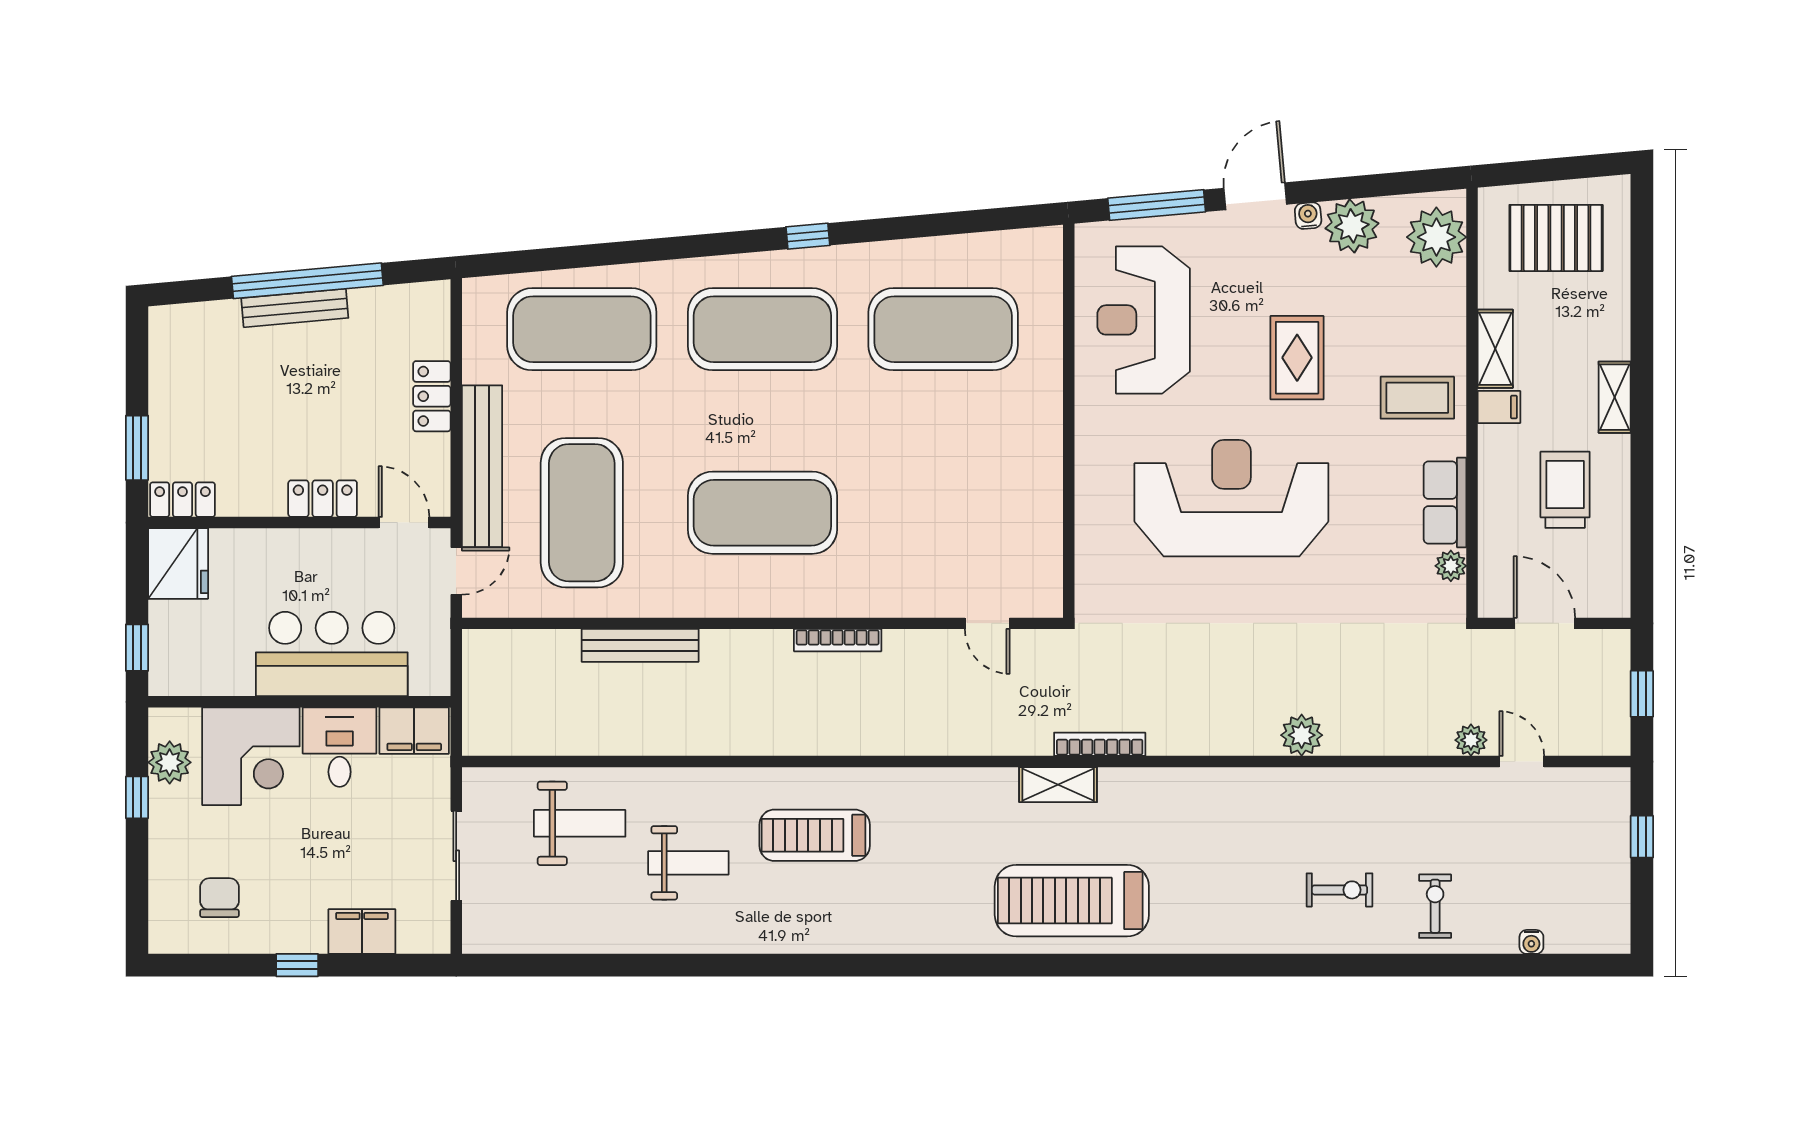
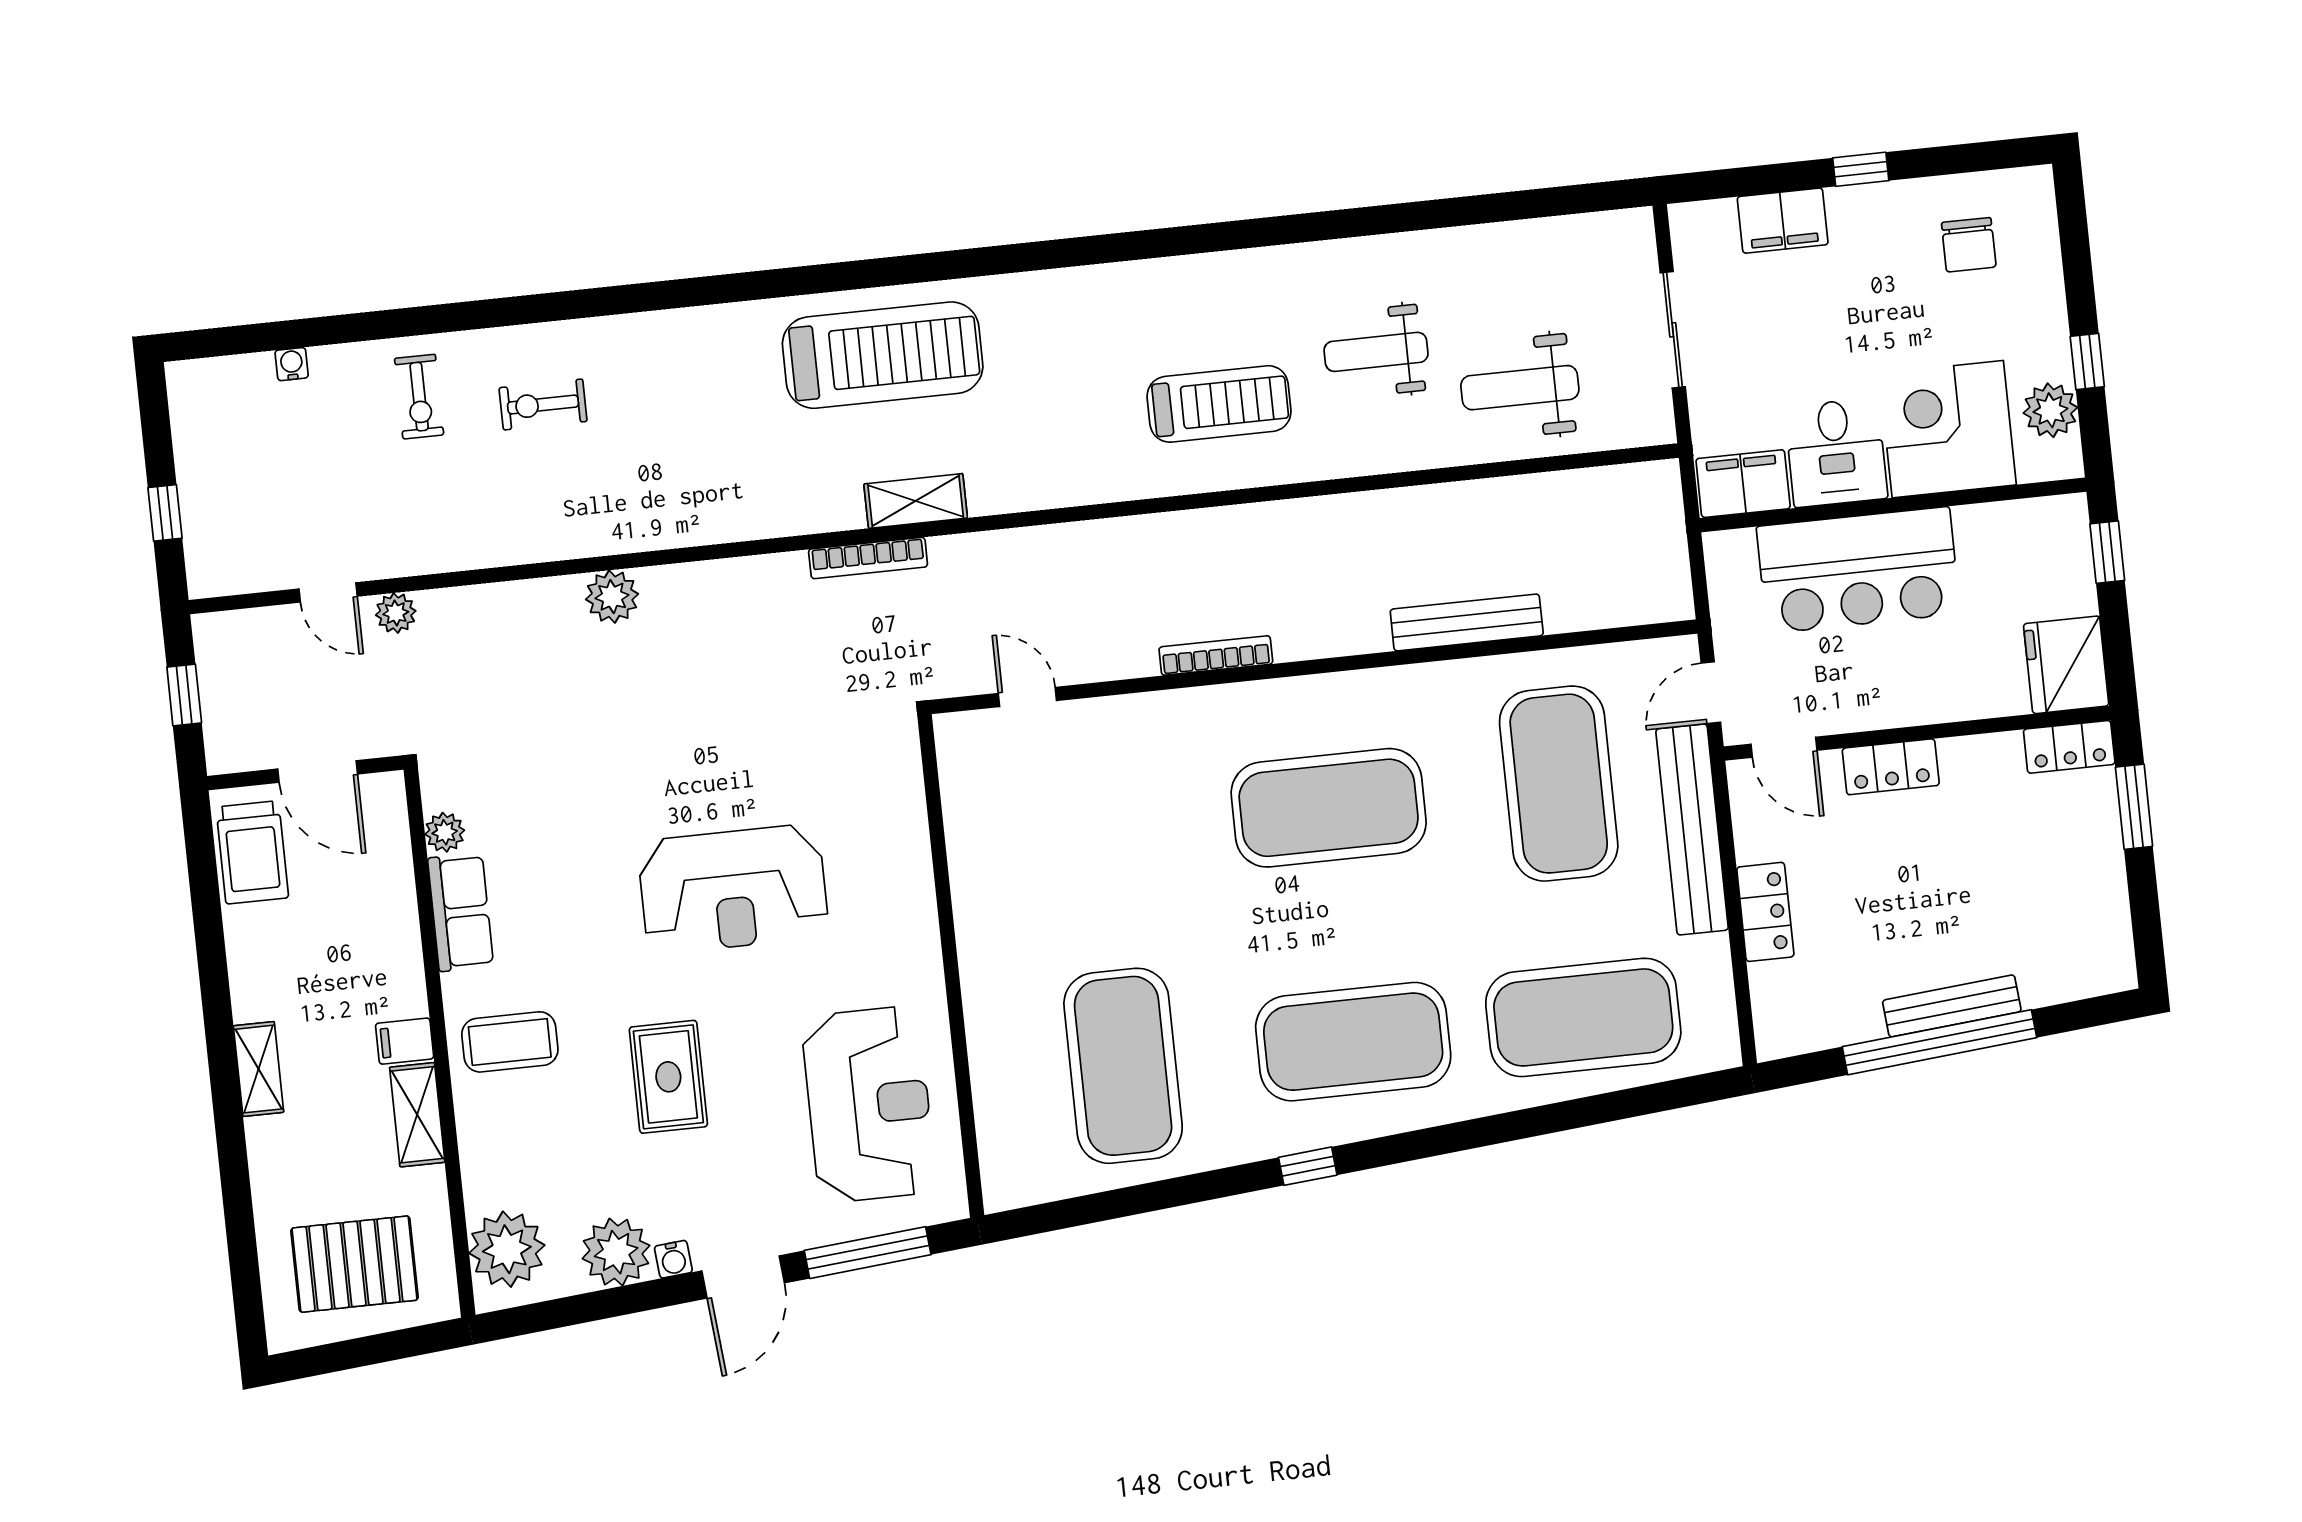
exercise mat: (943, 329) -> (1123, 1066), turned 90
trolley: (1565, 490) -> (252, 852), moved
reception desk: (1231, 498) -> (733, 889), width x0.74, depth x0.77

